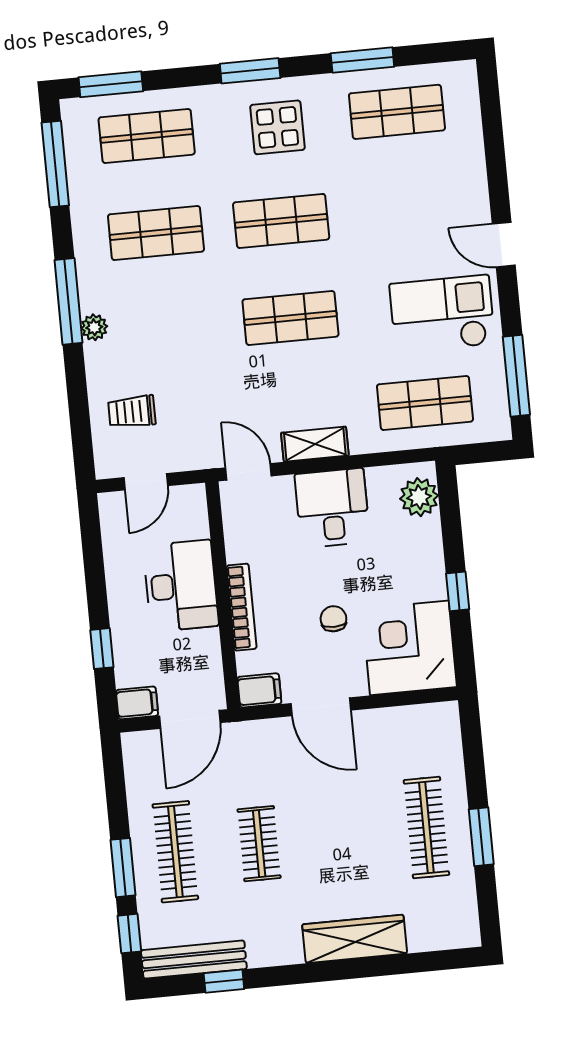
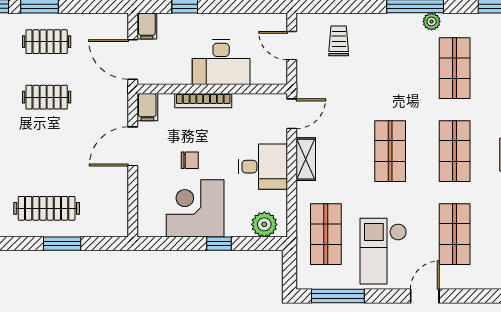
shop shelf: (406, 209) -> (455, 234), added
checkout: (442, 314) -> (383, 251), turned 180
plant: (94, 327) -> (432, 21), moved
window: (458, 591) -> (219, 244), moved
corner desk: (409, 648) -> (195, 208), moved, turned -90
window: (481, 837) -> (62, 244), moved
clothes rail: (175, 852) -> (47, 42), width x0.73

